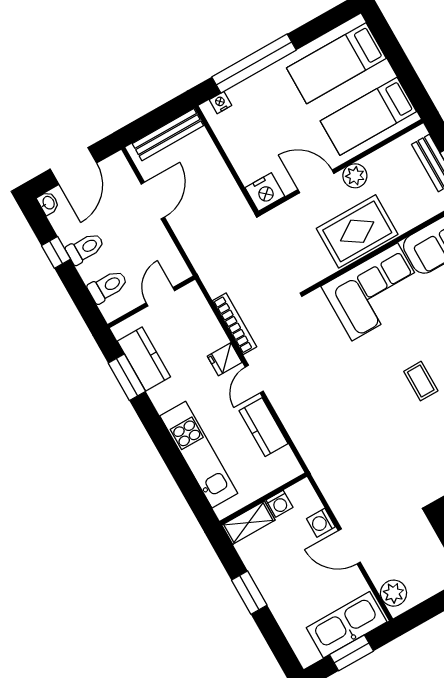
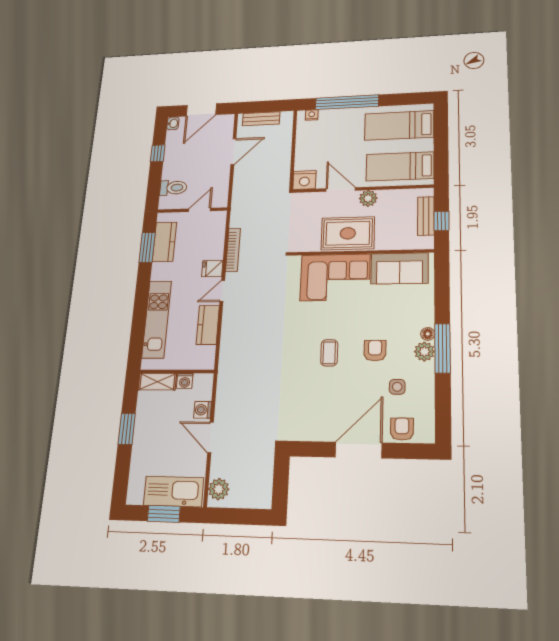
bench: (168, 135) -> (261, 119), width x0.73
toilet: (85, 248) -> (176, 159), removed

